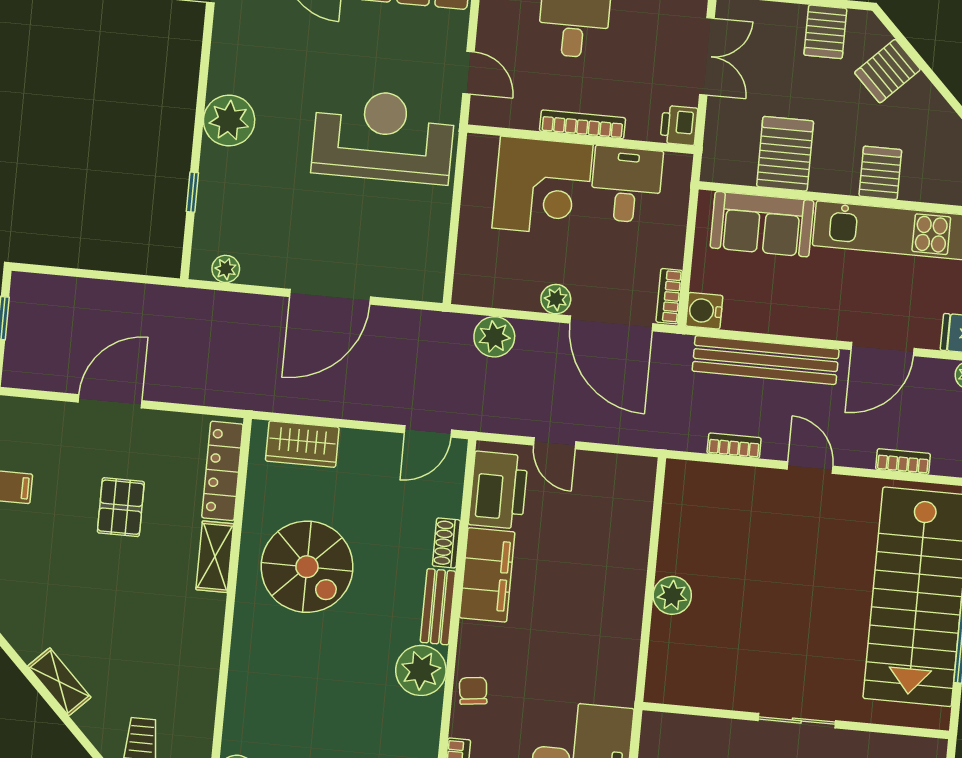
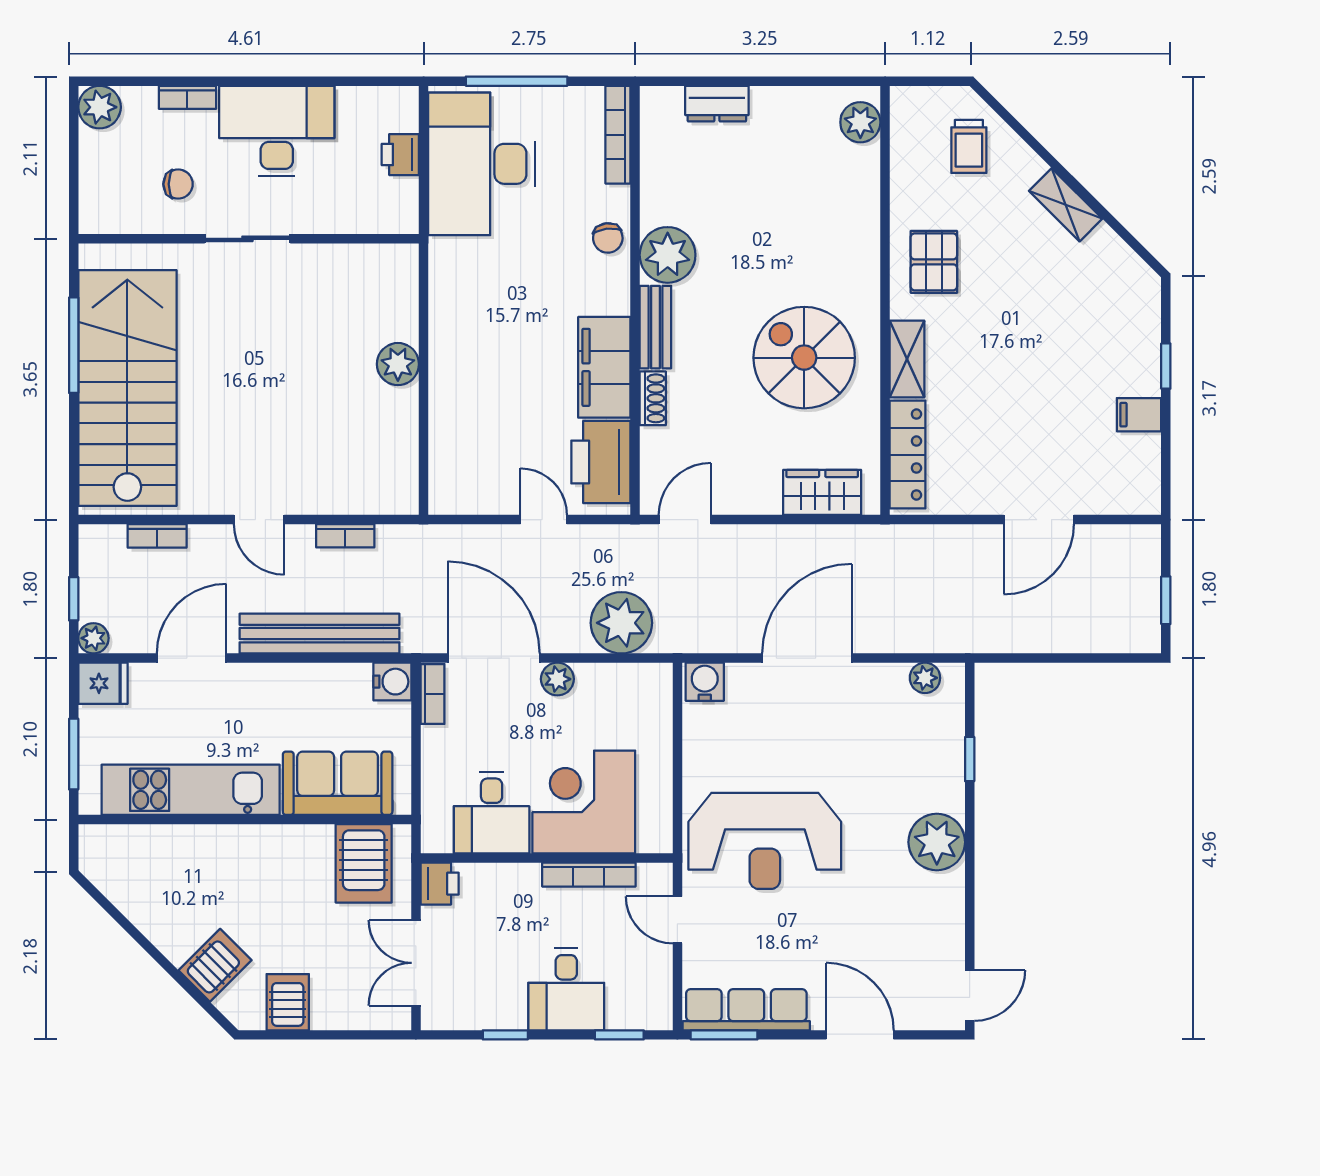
bookcase: (583, 124) -> (589, 875), moved
server rack: (785, 154) -> (364, 863), moved
server rack: (880, 173) -> (212, 852), removed
water cooler: (424, 284) -> (705, 682), added
plant: (494, 337) -> (621, 623), width x1.36, depth x1.36
pallet: (121, 507) -> (934, 262), moved

